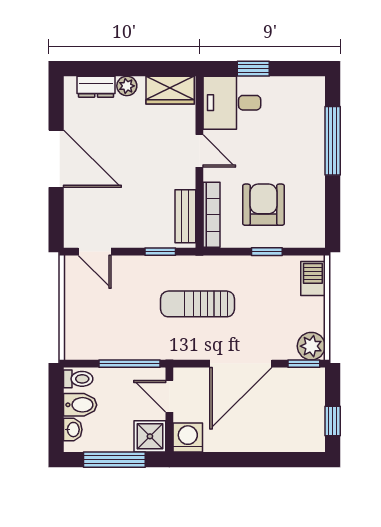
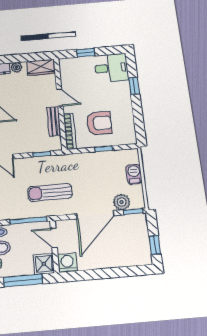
desk: (232, 103) -> (111, 68), moved, turned 180
window: (333, 141) -> (134, 86), width x0.46
armchair: (263, 205) -> (99, 123), turned 90
bench: (185, 216) -> (54, 121), moved
barbecue: (313, 279) -> (134, 174), moved
sun lounger: (198, 304) -> (50, 192), moved
plant: (311, 346) -> (122, 202), moved

